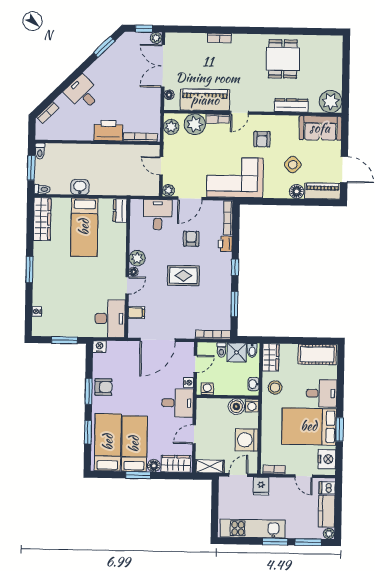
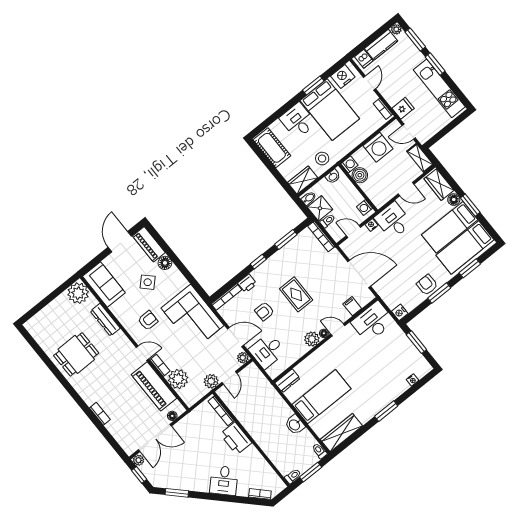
plant: (171, 127) -> (211, 381), moved

